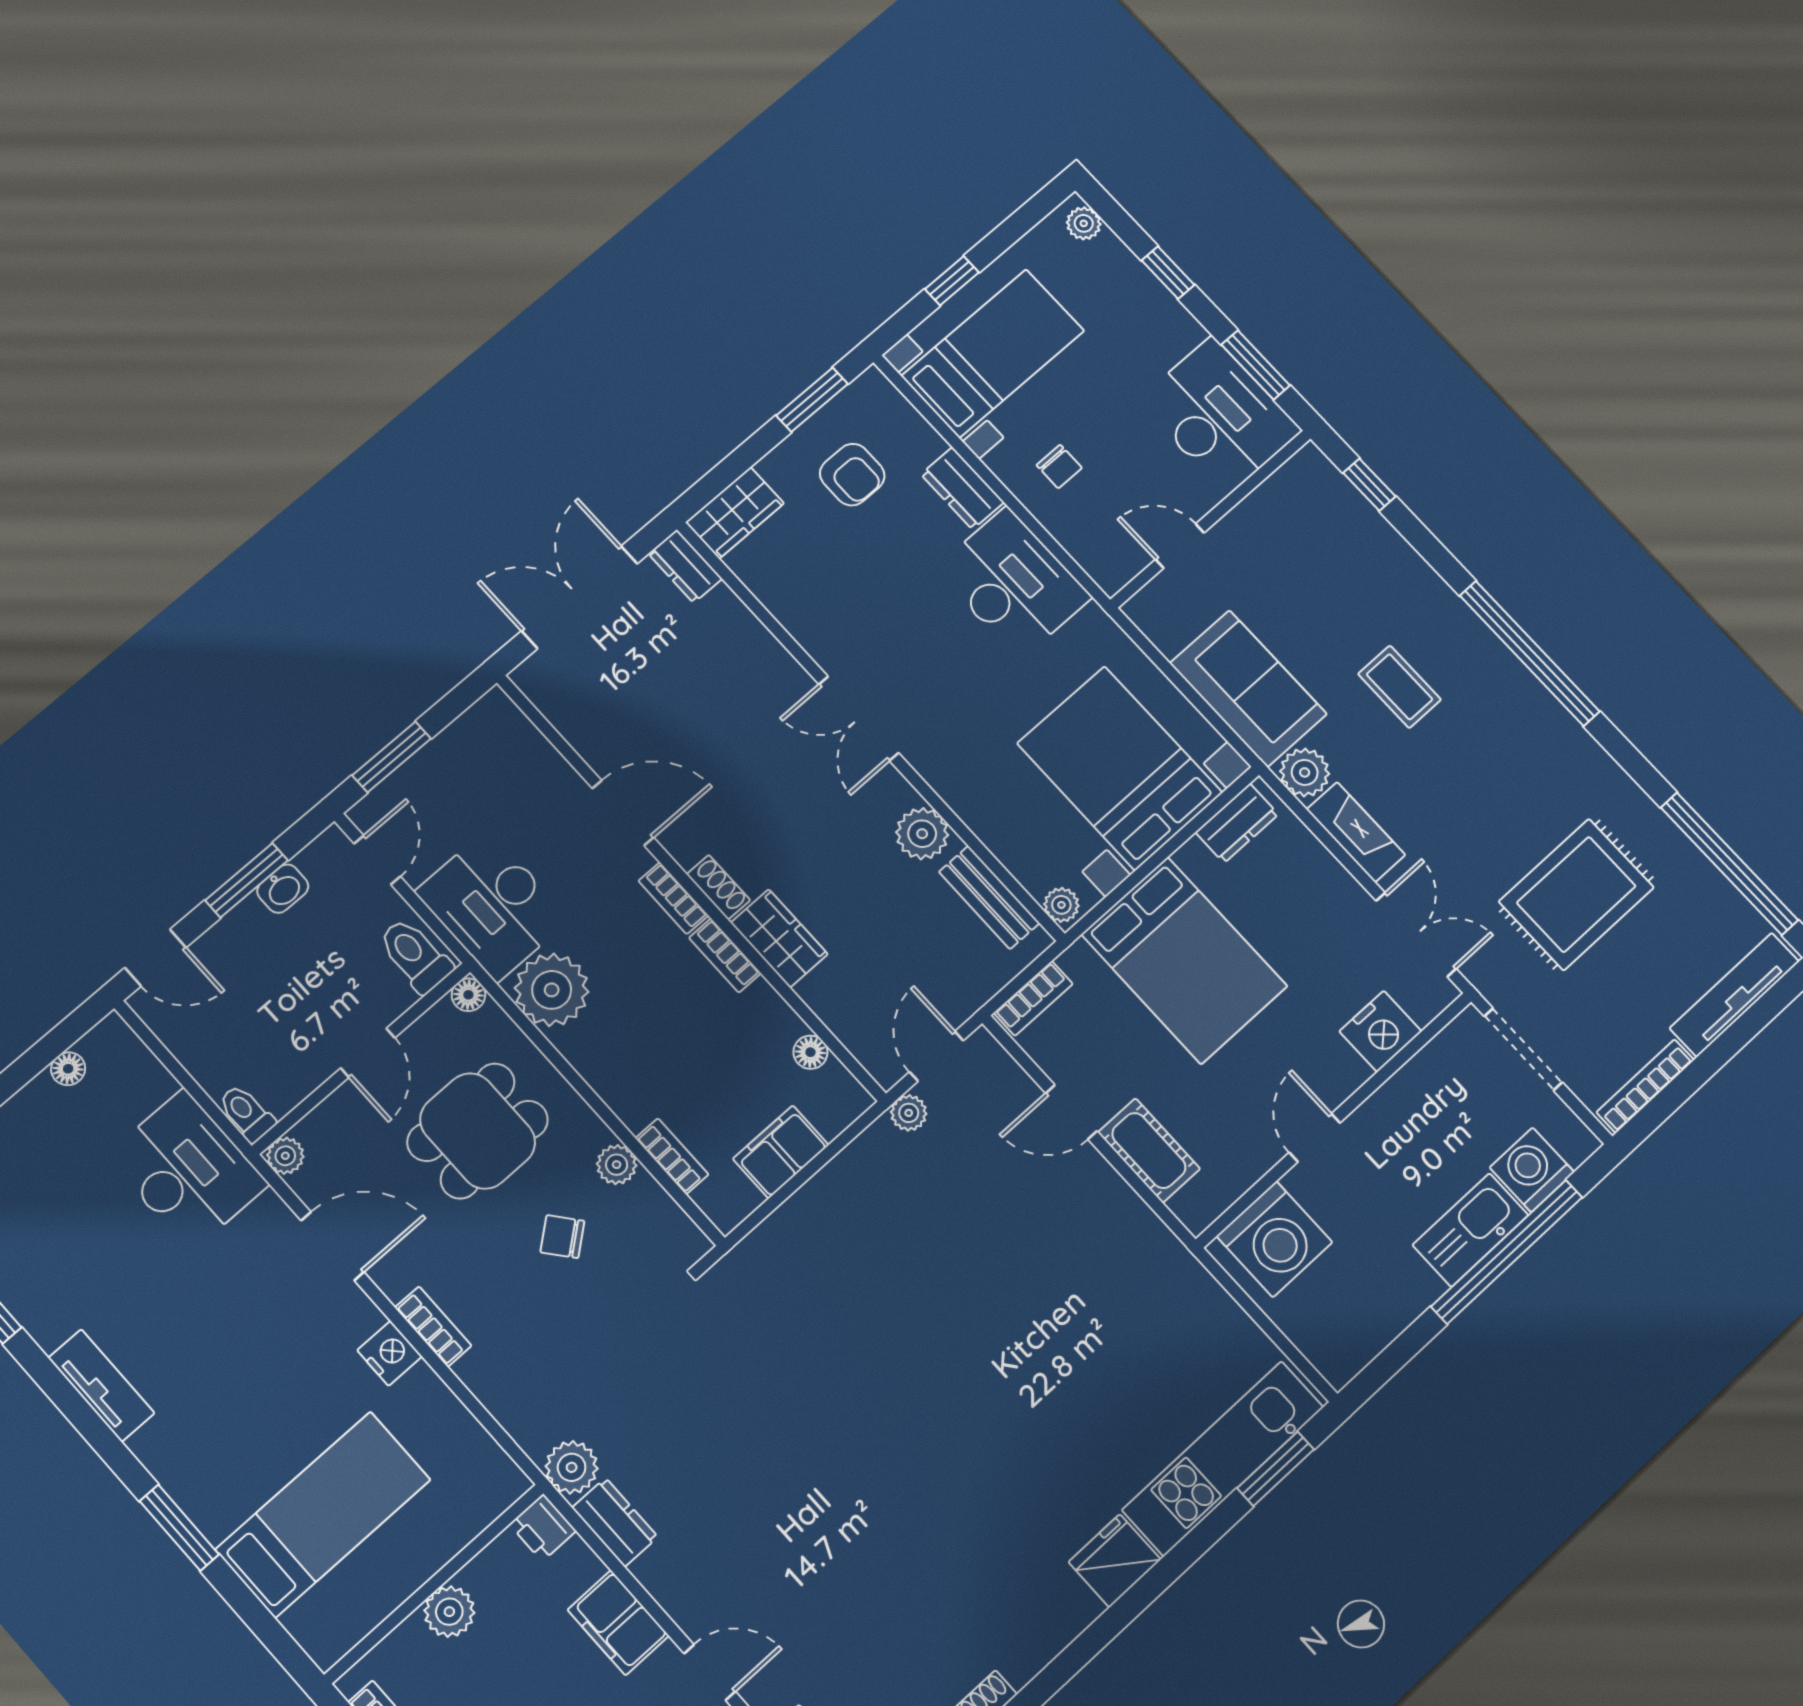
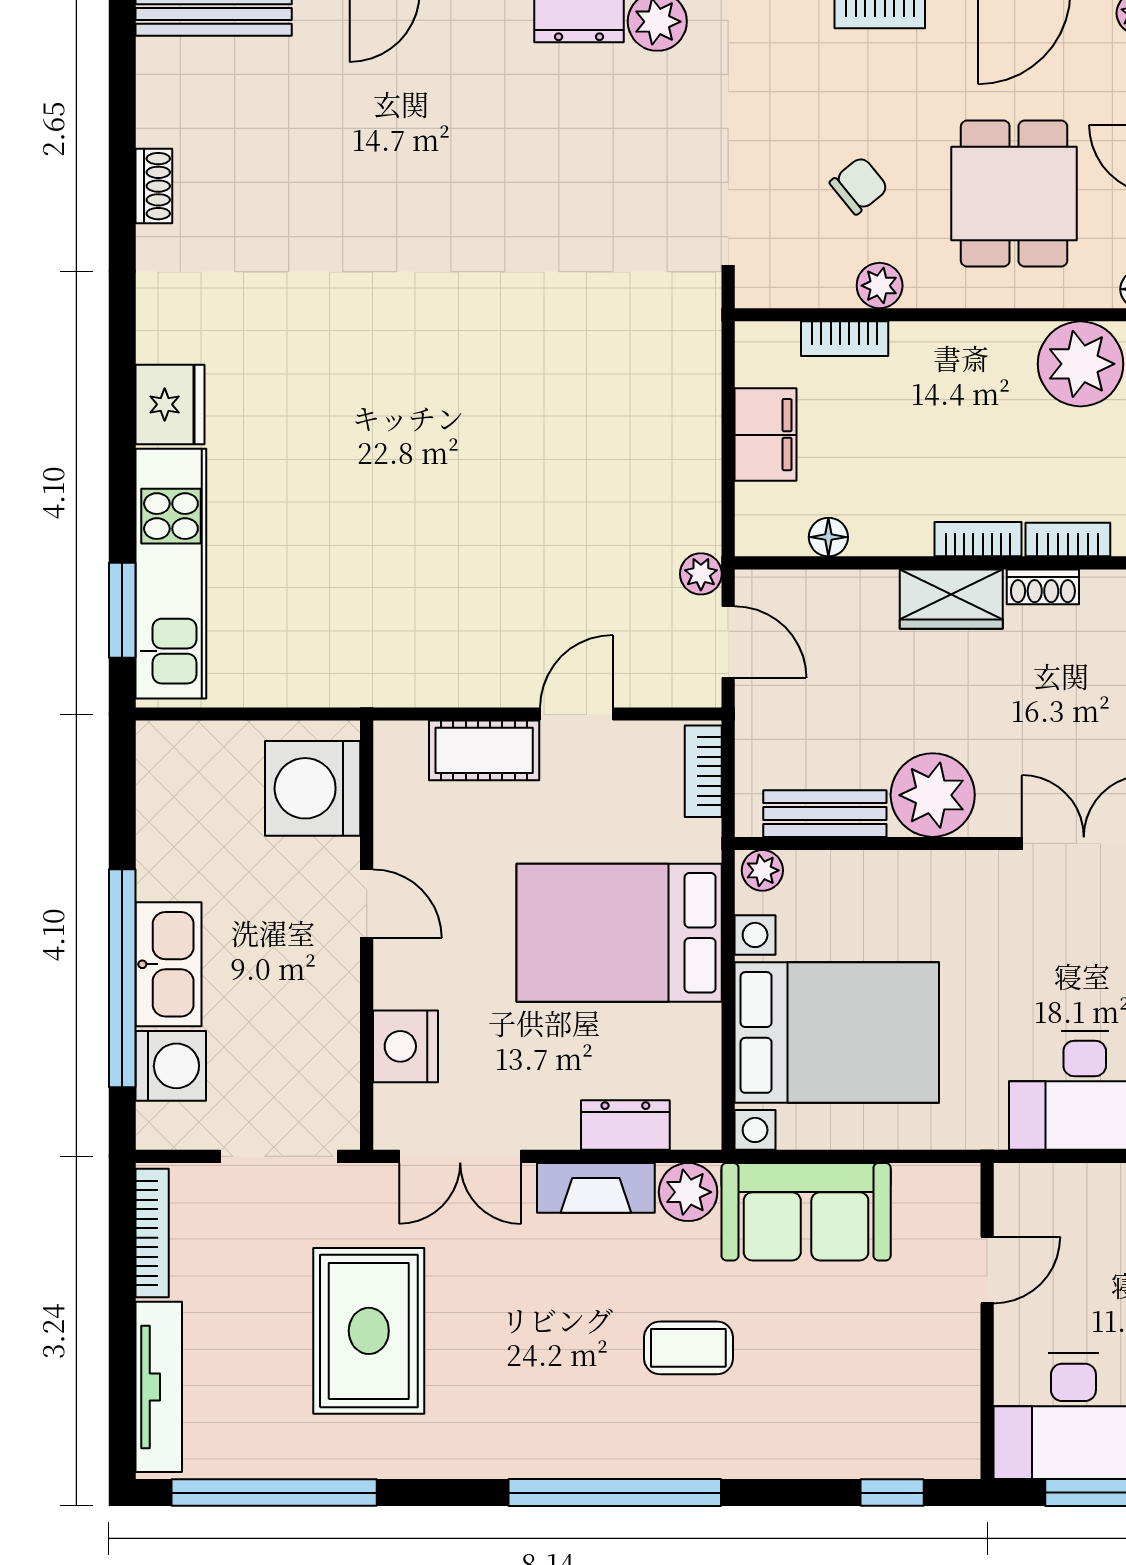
dresser: (1237, 823) -> (625, 1125), moved, turned 90
plant: (922, 834) -> (933, 795), width x1.36, depth x1.36

